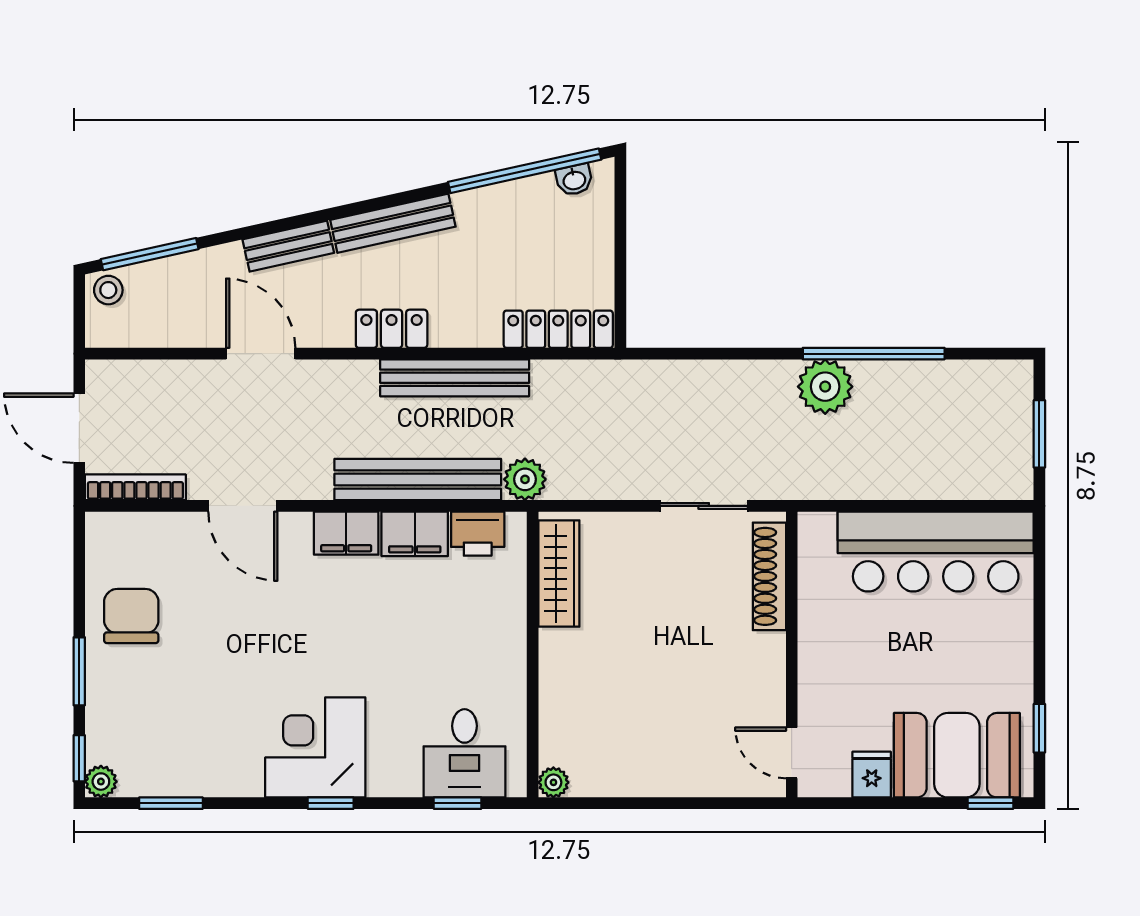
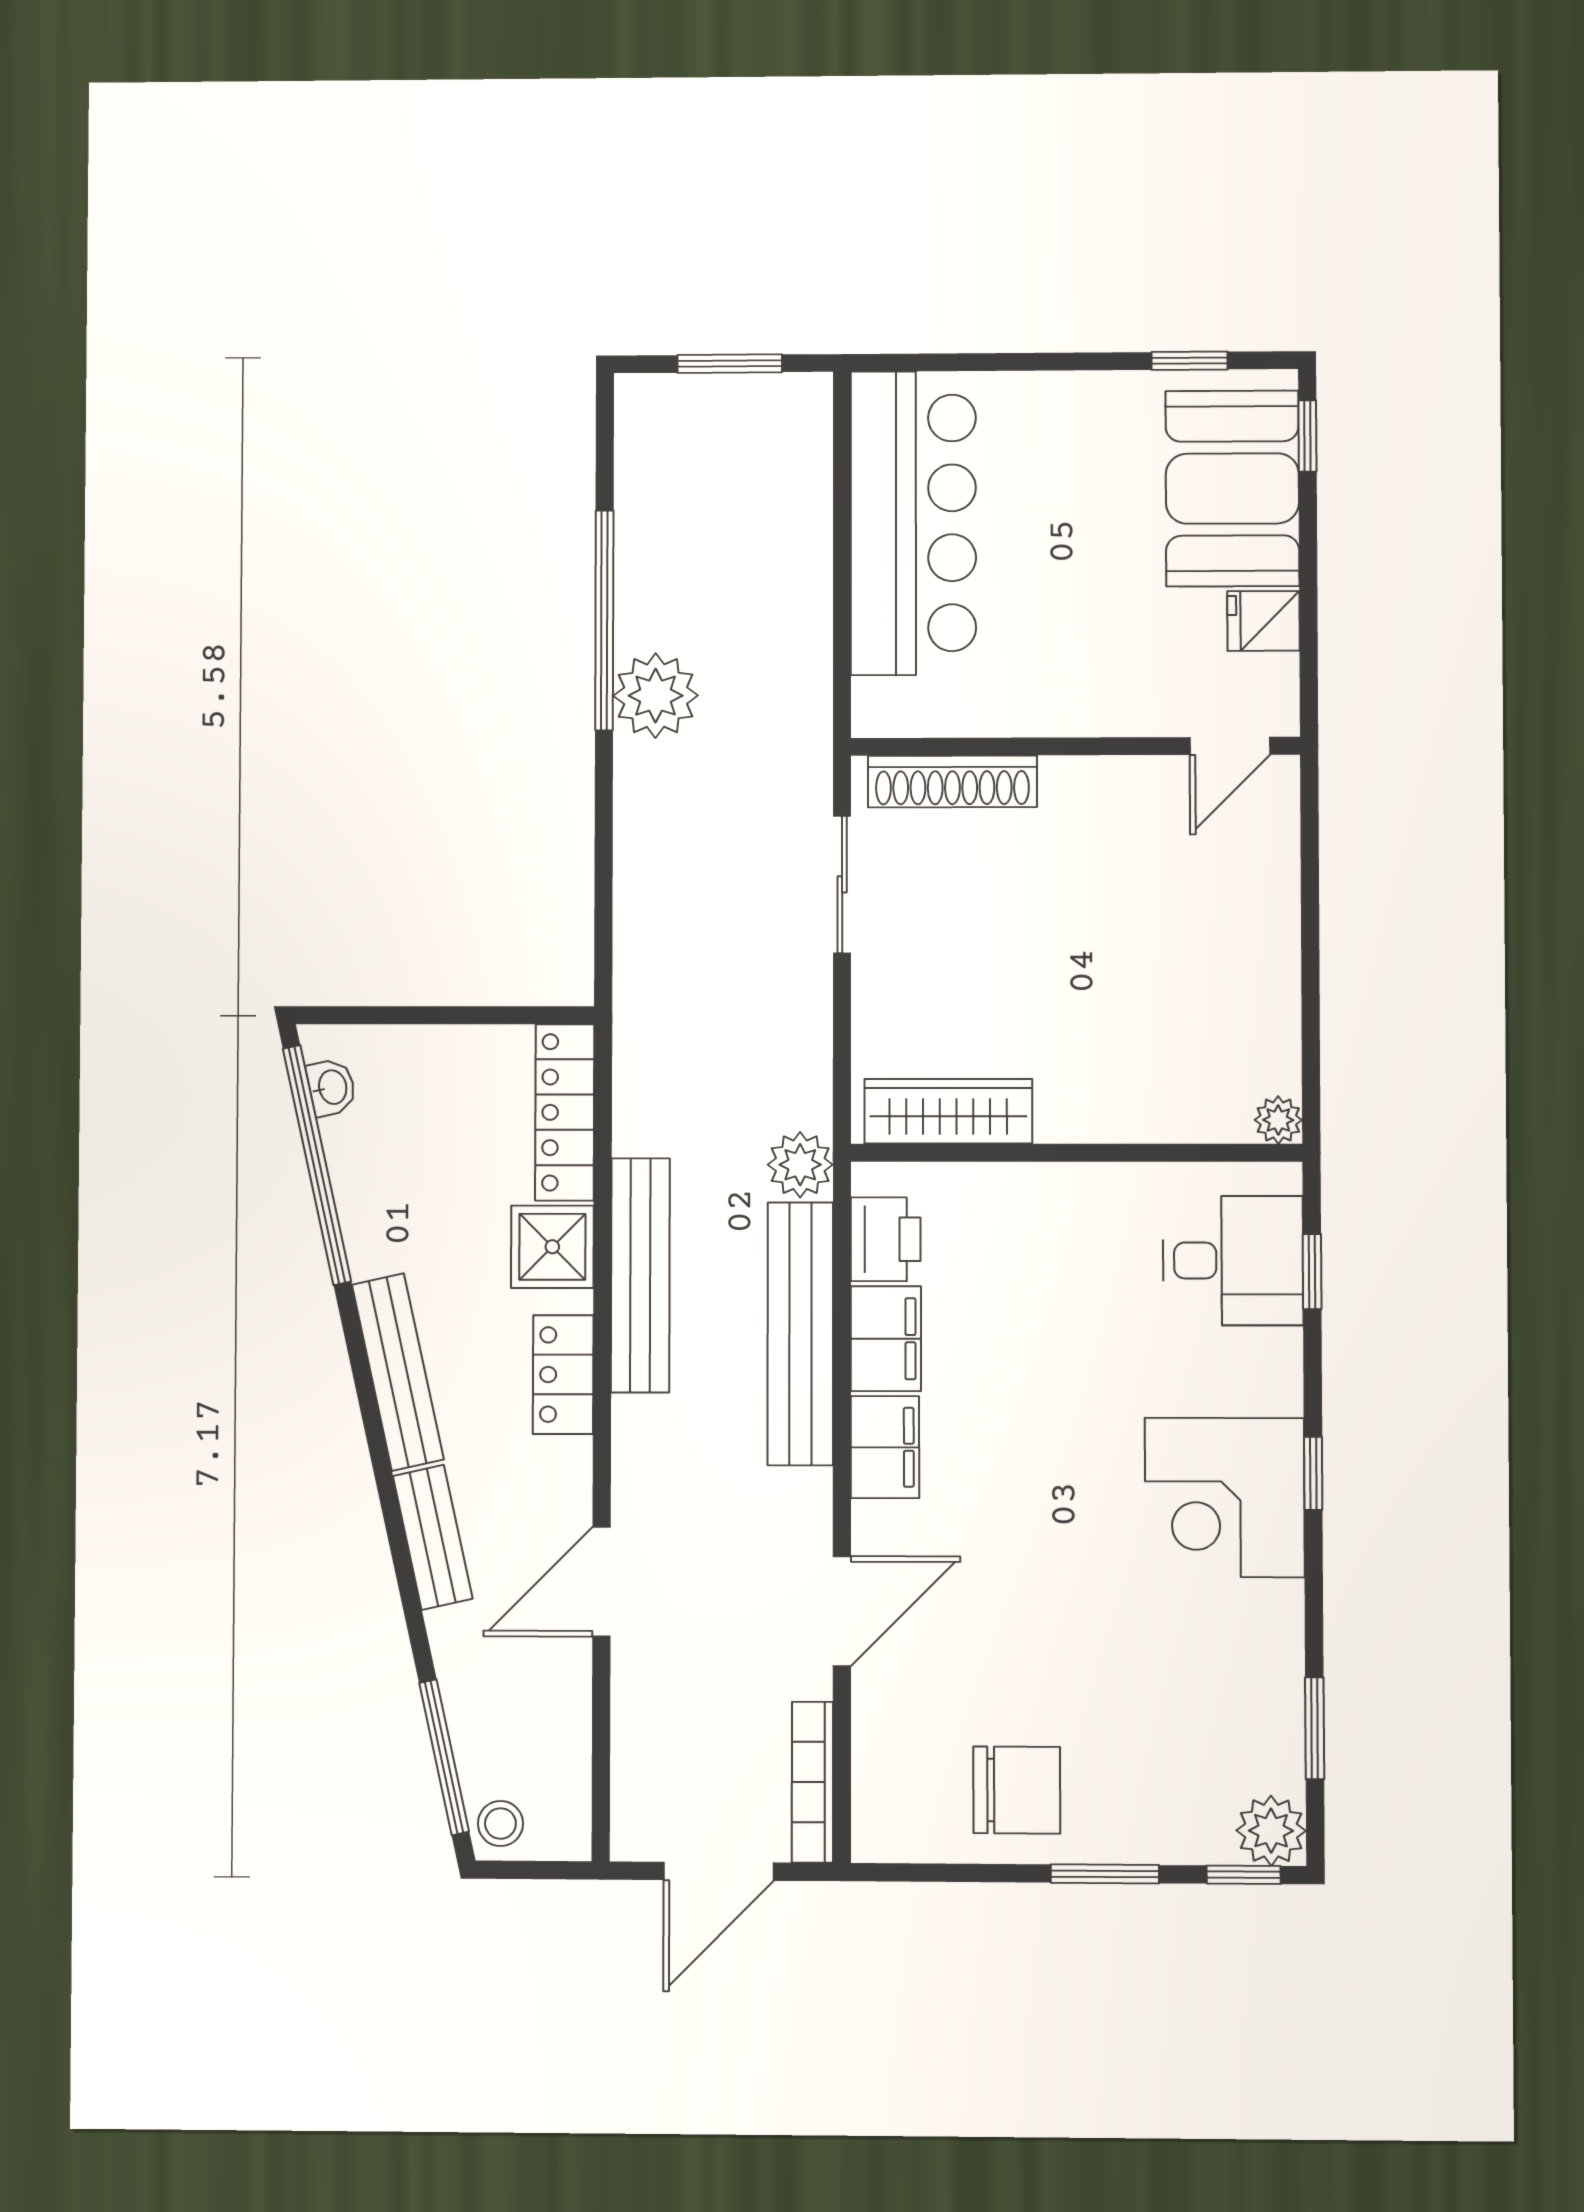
shower: (473, 322) -> (552, 1247), added
chair: (131, 616) -> (1017, 1790), turned 180
plant: (101, 782) -> (1271, 1831), width x1.38, depth x1.38

